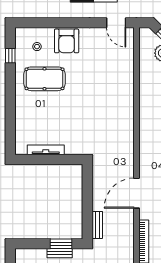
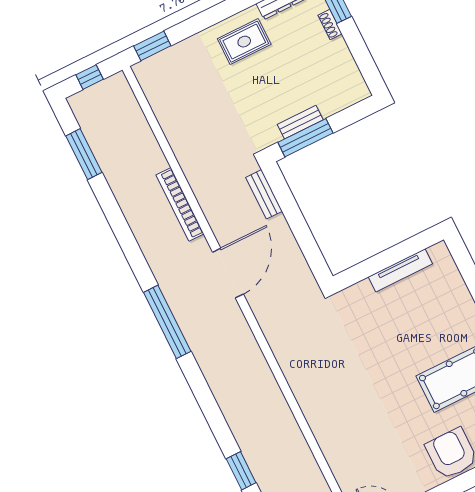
window: (61, 244) -> (305, 138), width x1.44

